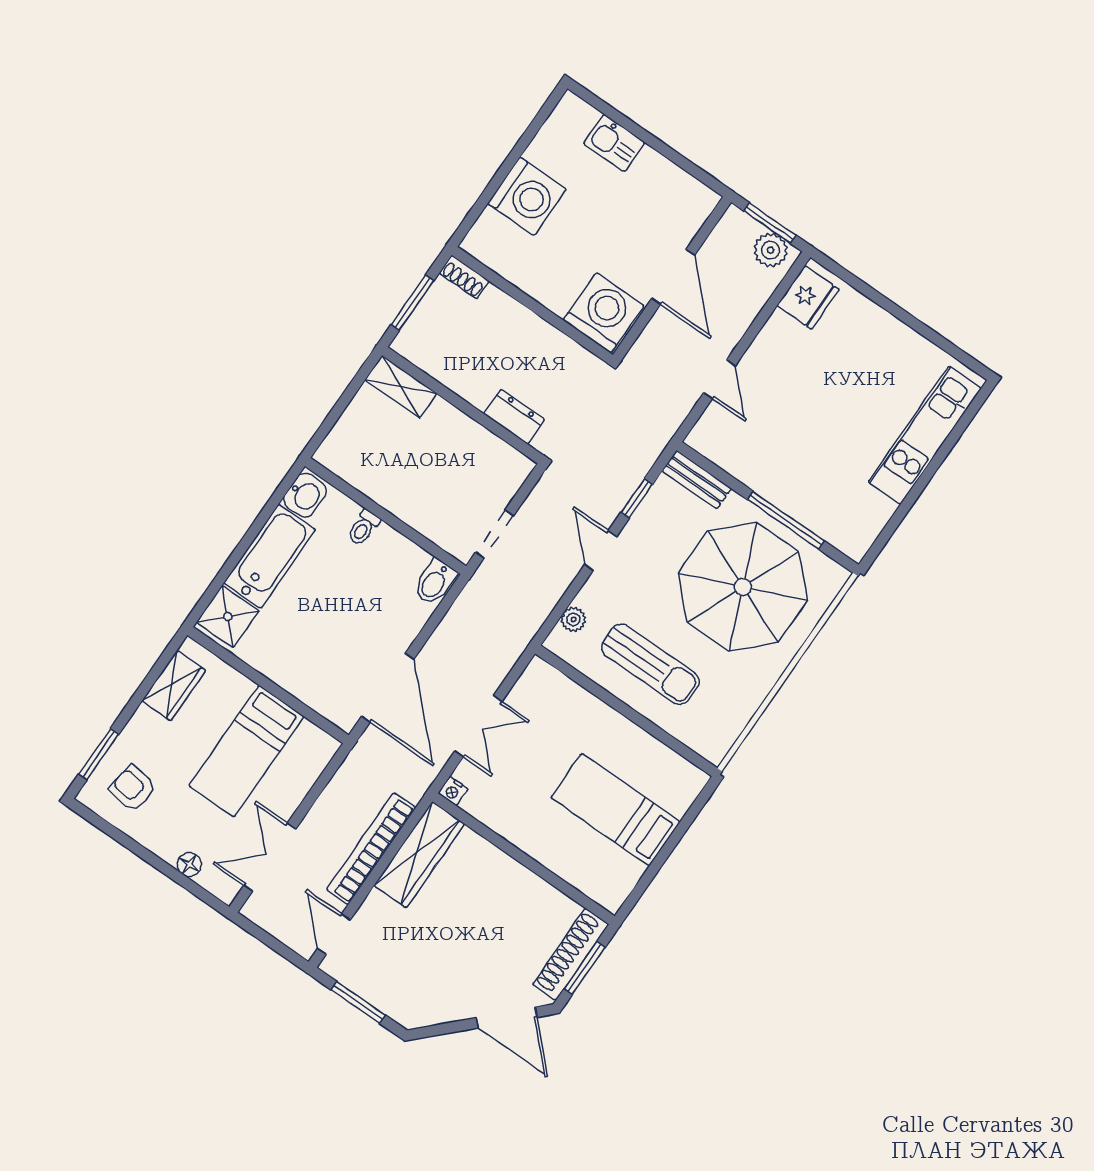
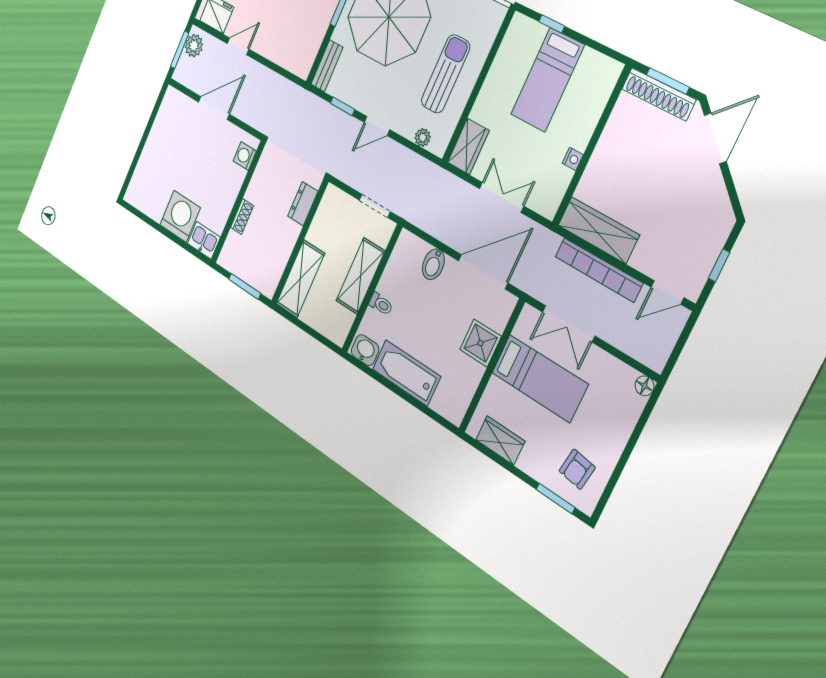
kitchen sink: (614, 143) -> (204, 240), moved, turned -90
shoe rack: (464, 277) -> (242, 217), moved
washing machine: (604, 313) -> (245, 156), width x0.53, depth x0.53
door: (720, 379) -> (238, 46), moved
shelving: (401, 387) -> (300, 279), width x1.50, depth x1.33
shelving: (404, 500) -> (360, 276), added
bidet: (435, 582) -> (433, 264), moved, turned 90
shower: (228, 617) -> (480, 343), moved
wardrobe: (551, 687) -> (468, 146), added
nightstand: (453, 791) -> (573, 159), moved
window: (684, 825) -> (552, 24), added
double door: (270, 857) -> (569, 324), moved
floor lamp: (189, 864) -> (645, 386), moved
window: (358, 1002) -> (719, 265), width x0.67

